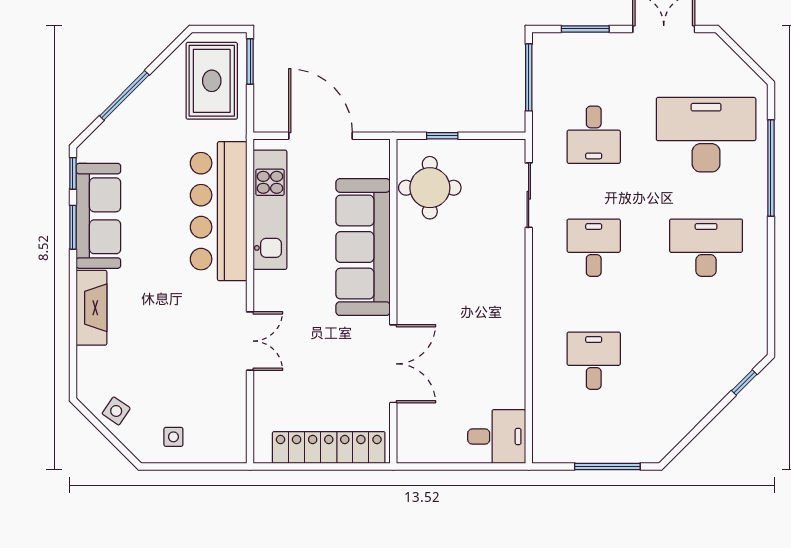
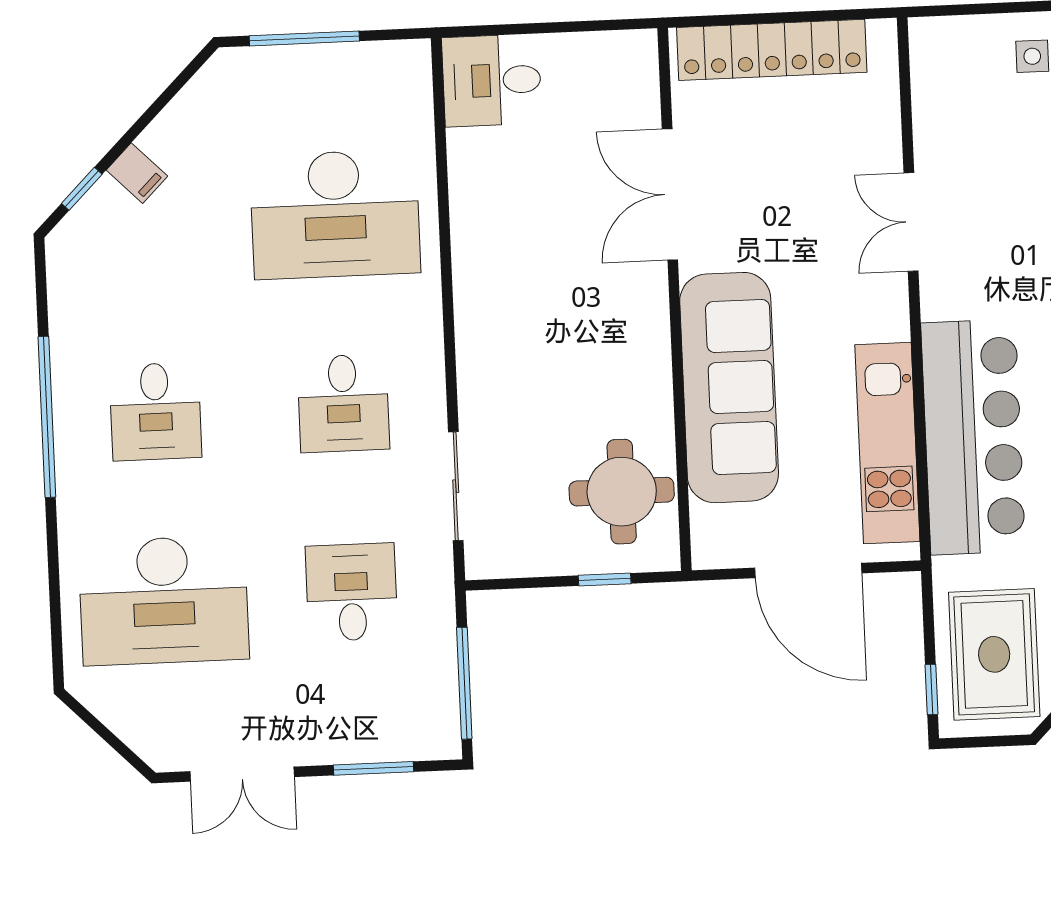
window: (250, 61) -> (931, 689), width x0.67
window: (771, 168) -> (47, 417), moved
desk: (706, 248) -> (155, 411), width x0.73
desk: (594, 361) -> (335, 214), width x1.87, depth x1.30
filing cabinet: (711, 390) -> (137, 173), added

